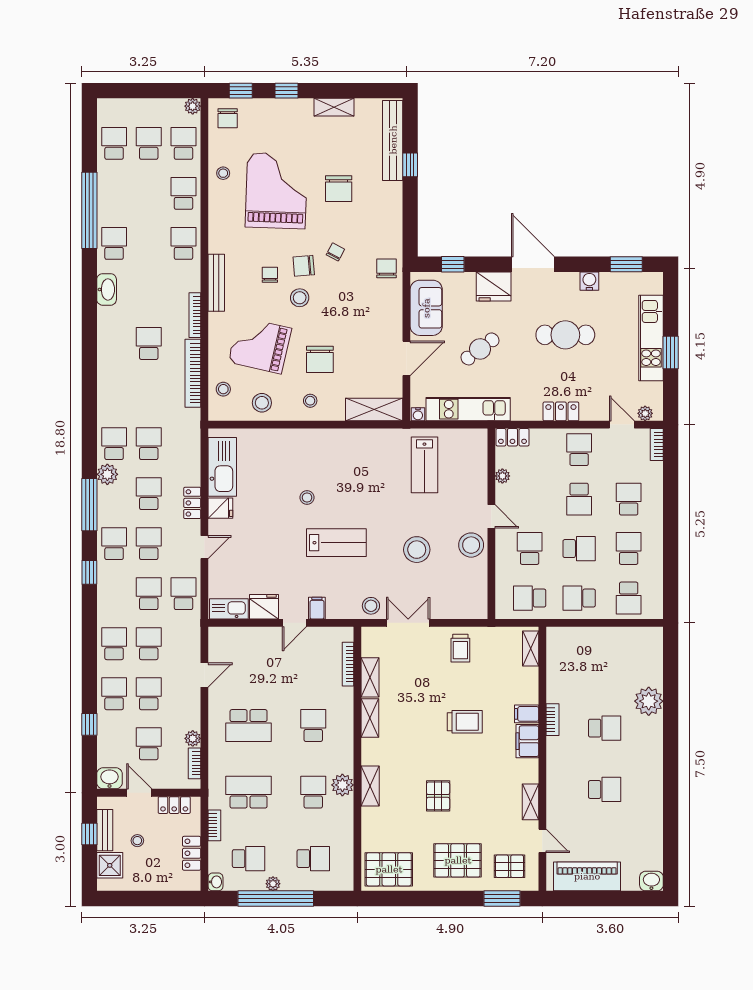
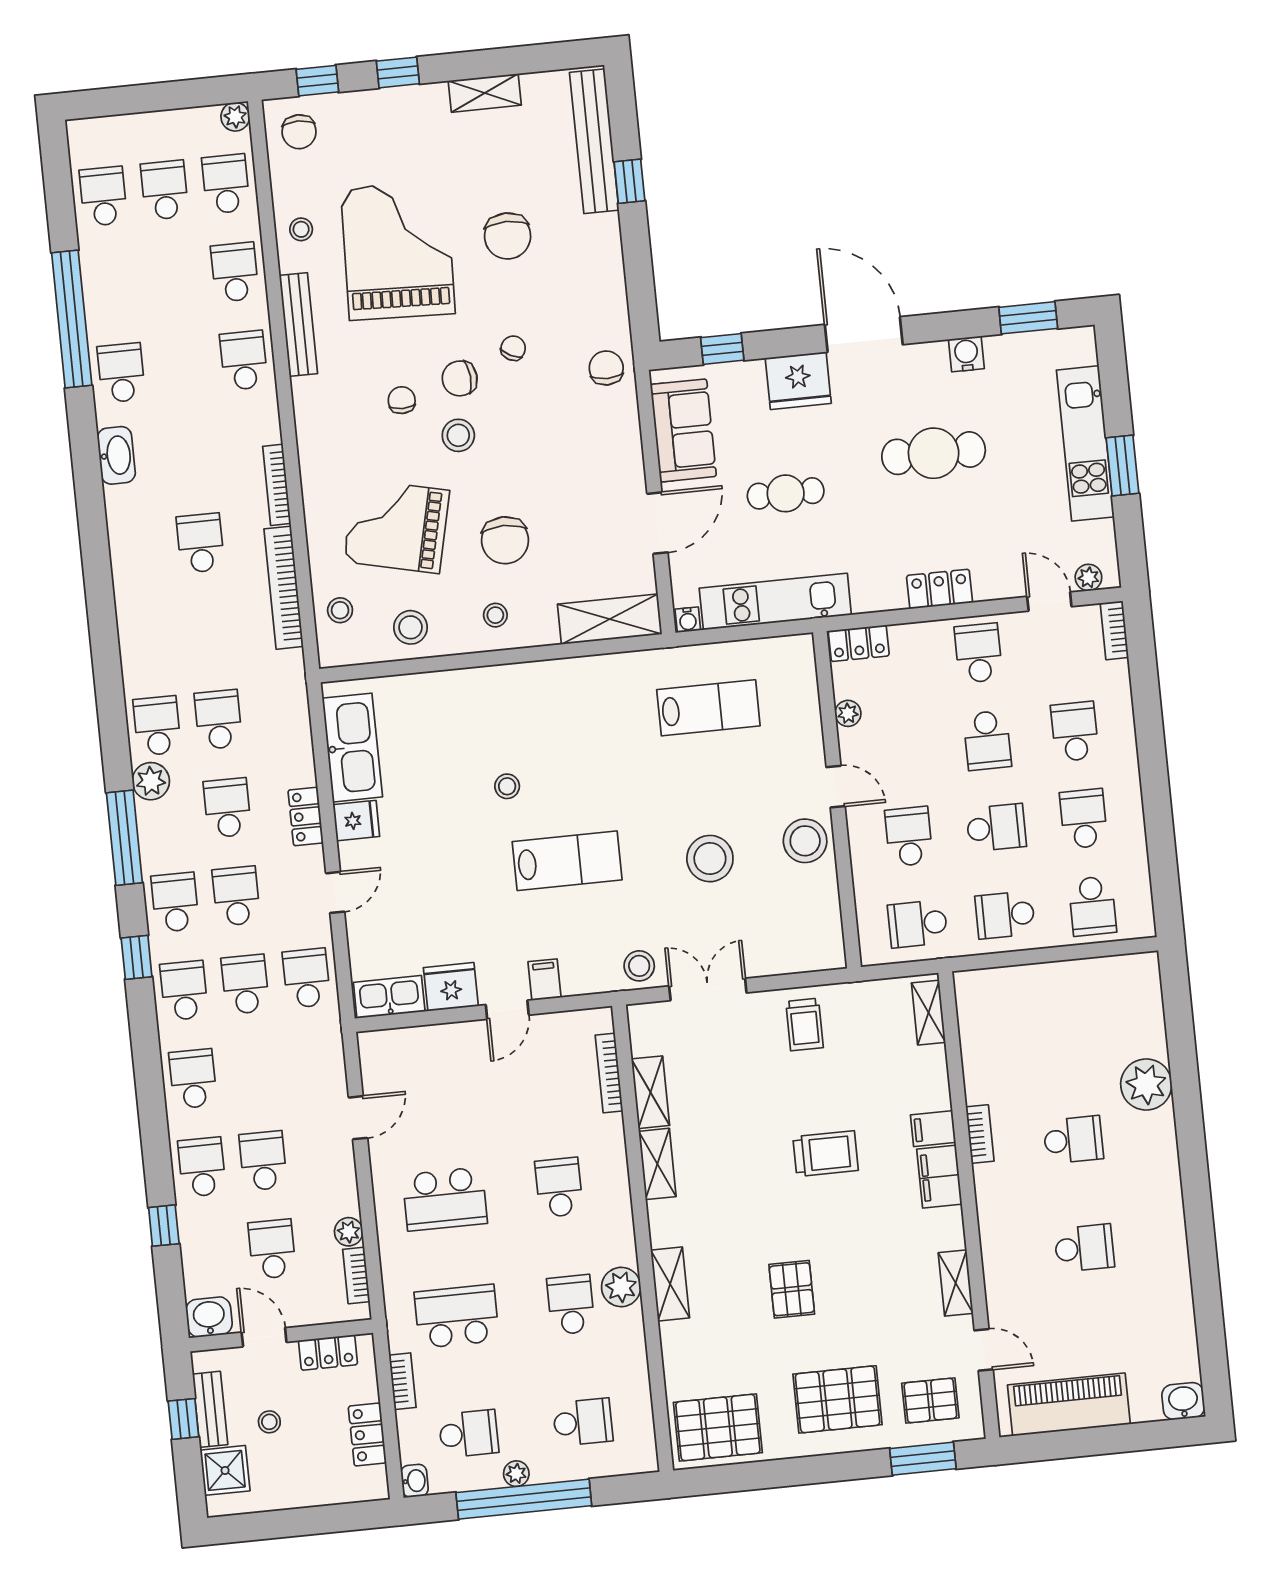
bench: (216, 283) -> (298, 325), moved
cafe table: (480, 349) -> (786, 493), turned 37
lab bench: (424, 465) -> (708, 708), turned -90
school desk: (149, 644) -> (184, 991), moved

